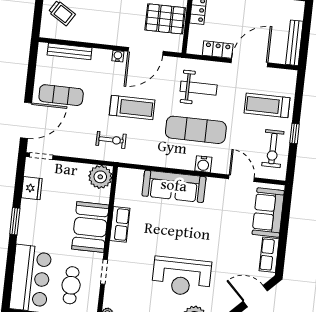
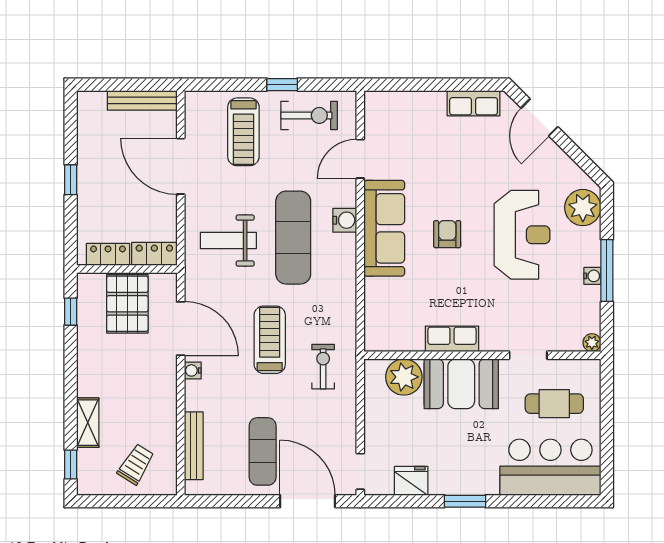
locker: (218, 50) -> (154, 254), moved, turned 90
weight bench: (199, 88) -> (228, 241), turned -90
plant: (100, 177) -> (404, 377), moved
sofa: (174, 186) -> (384, 228), moved
sofa: (268, 213) -> (409, 112), removed
armchair: (187, 229) -> (447, 234), added

